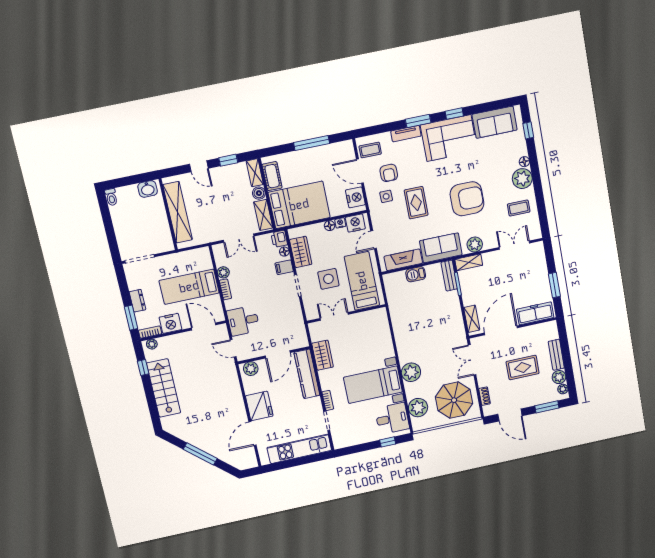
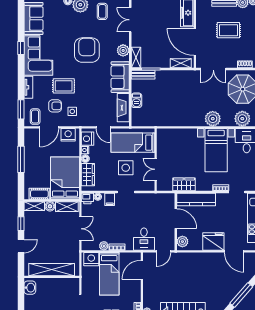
window: (418, 121) -> (21, 109), moved
rug: (416, 203) -> (64, 86), moved
wardrobe: (301, 252) -> (88, 175), moved, turned 90
nightstand: (170, 323) -> (91, 259), moved, turned -90
rug: (523, 367) -> (228, 30), turned 90

